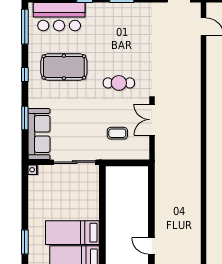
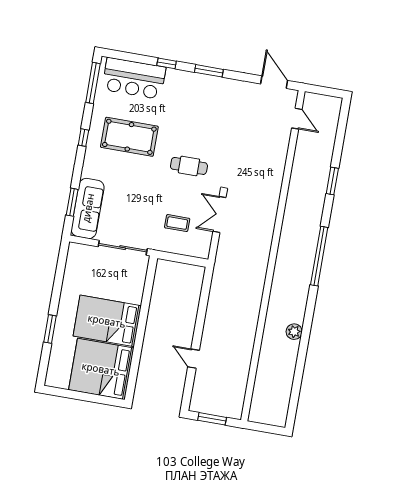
window: (25, 118) -> (72, 202), moved
nightstand: (33, 170) -> (73, 248), removed
bed: (72, 233) -> (107, 321), width x1.50

